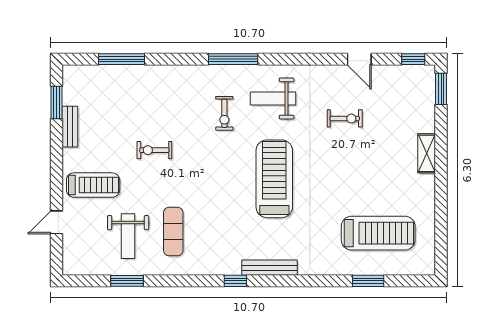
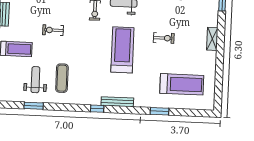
exercise bike: (345, 118) -> (164, 38), moved
weight bench: (128, 236) -> (35, 80), turned 180
window: (368, 281) -> (160, 111), moved

